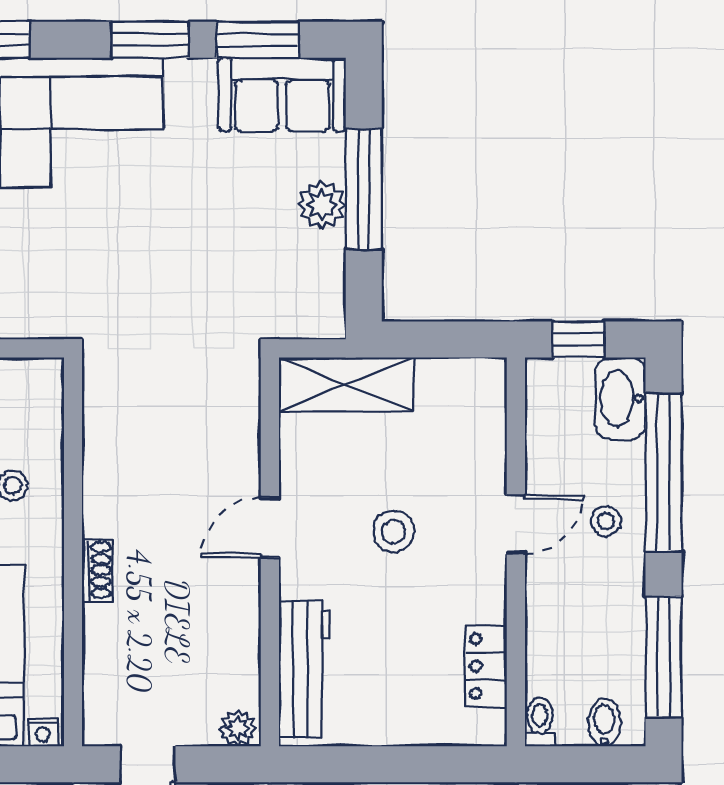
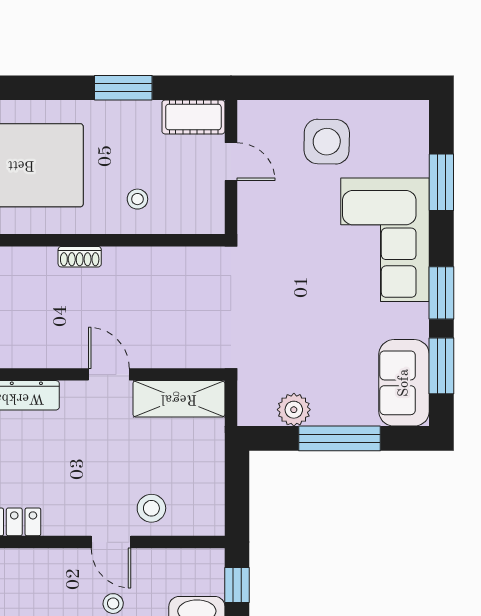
plant: (322, 205) -> (294, 410), moved
shelving: (346, 384) -> (179, 399), moved, turned 90
stool: (394, 532) -> (151, 508), moved

